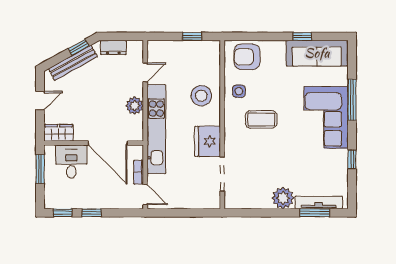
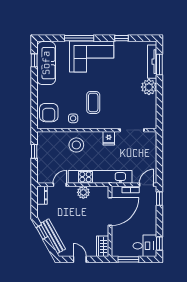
window: (302, 36) -> (34, 60), moved
dresser: (113, 47) -> (42, 195), moved
door: (145, 72) -> (60, 185), hinge flipped
fridge: (208, 141) -> (109, 138), width x0.53, depth x0.75
desk: (71, 162) -> (145, 246), moved, turned 180
window: (92, 213) -> (159, 199), moved

